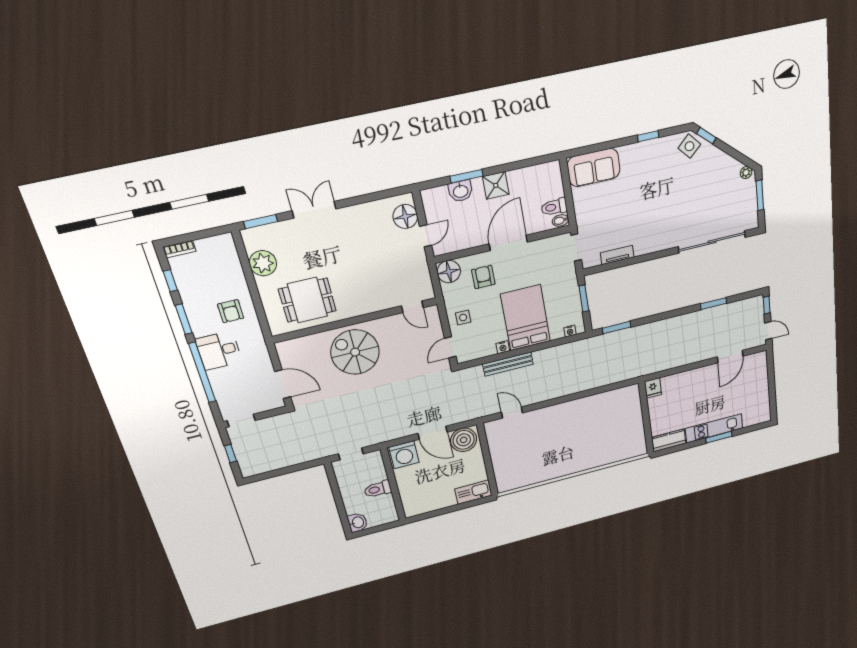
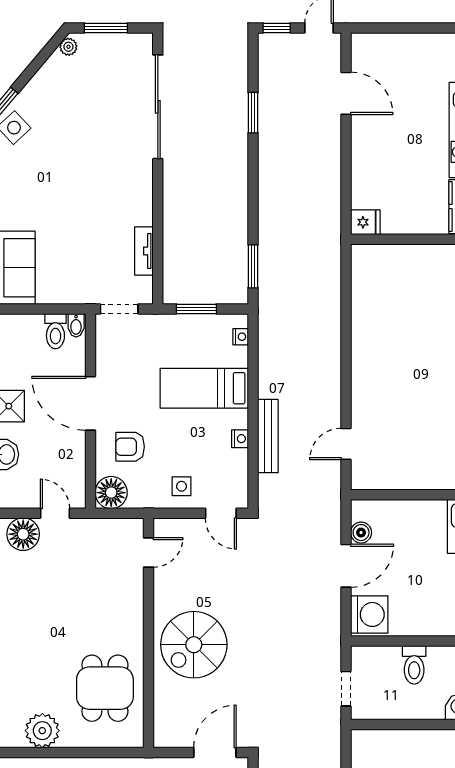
bed: (526, 318) -> (204, 388), width x0.67
boiler: (464, 440) -> (361, 533), width x0.54, depth x0.54

